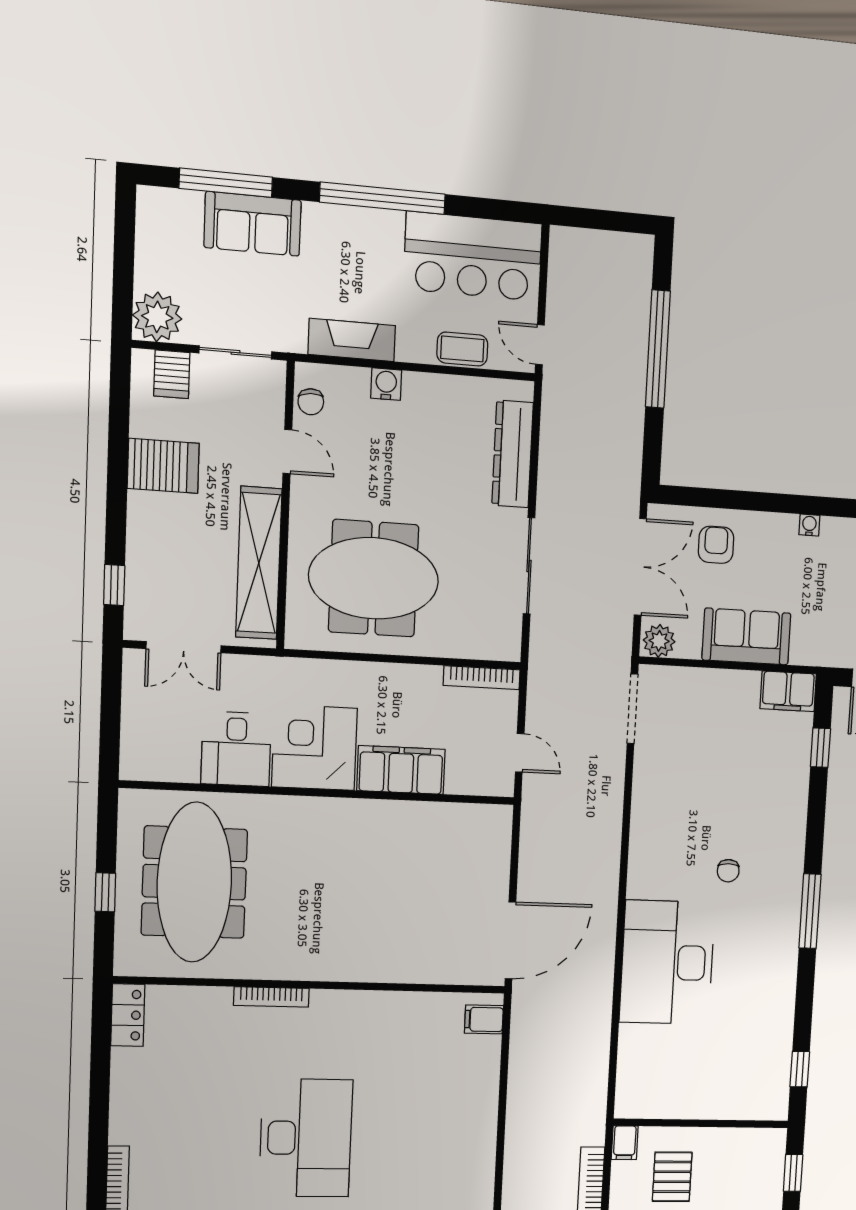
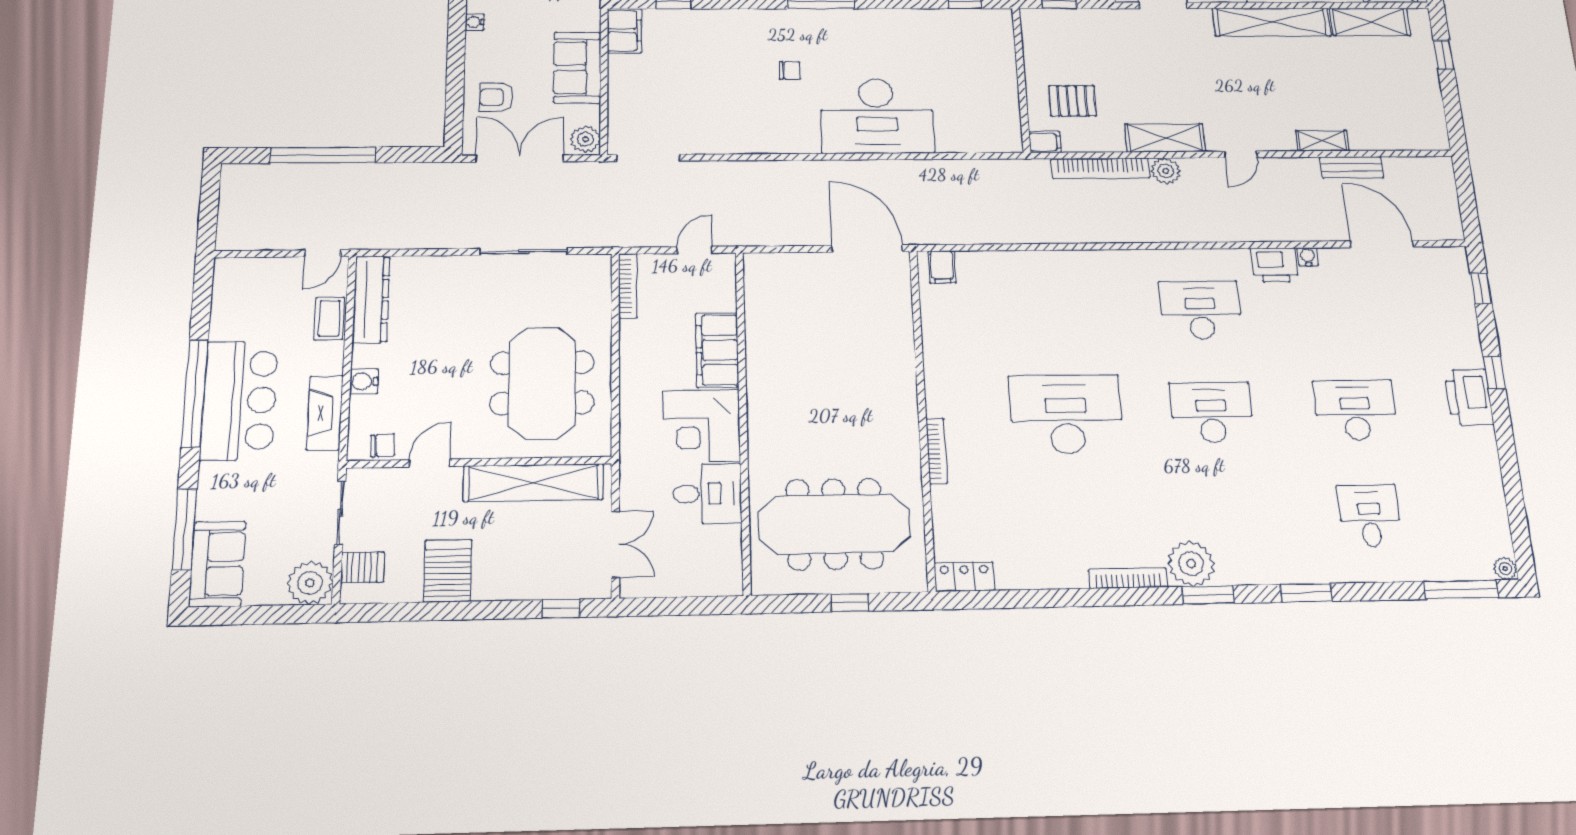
sofa: (253, 224) -> (217, 564), moved
bar counter: (473, 256) -> (239, 400), moved
dresser: (513, 454) -> (371, 299), moved, turned -90

